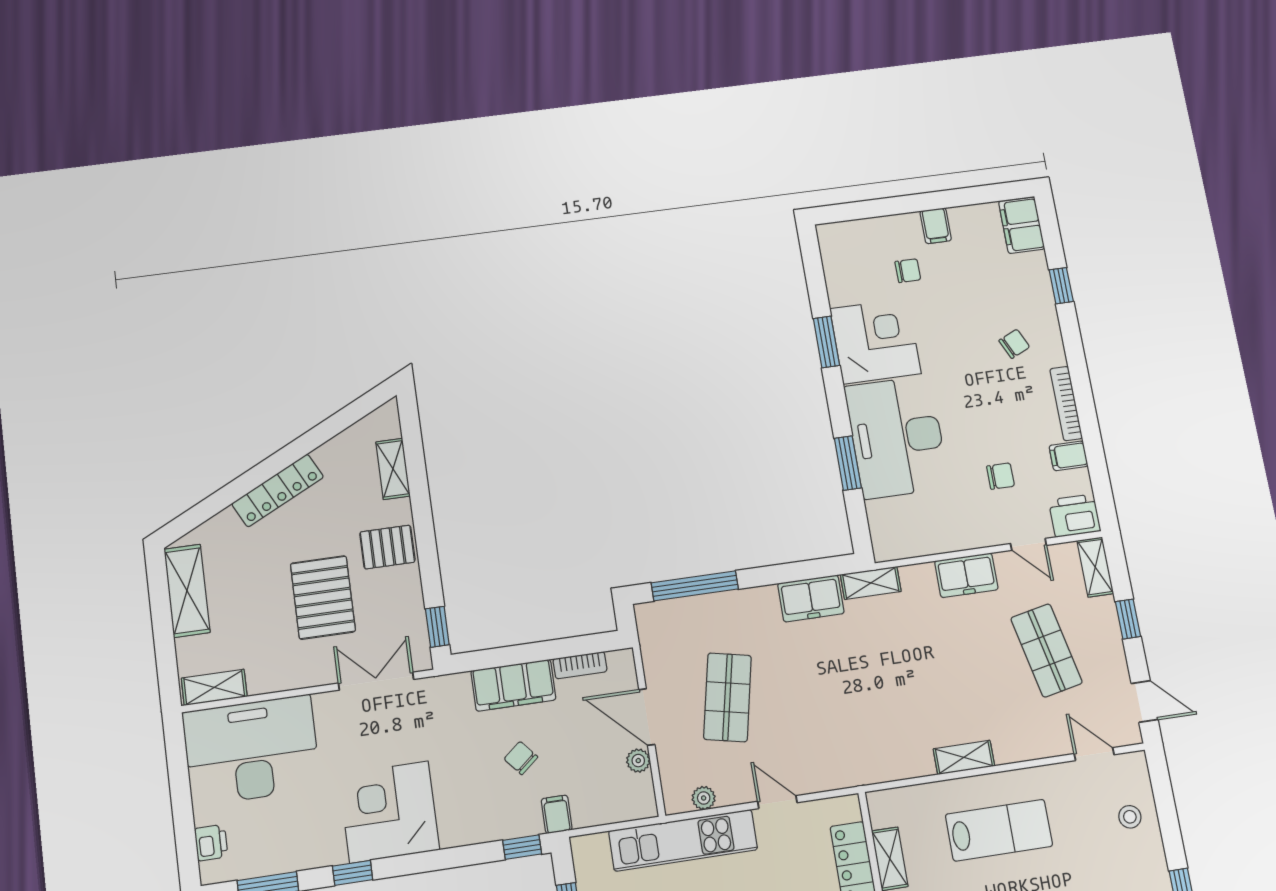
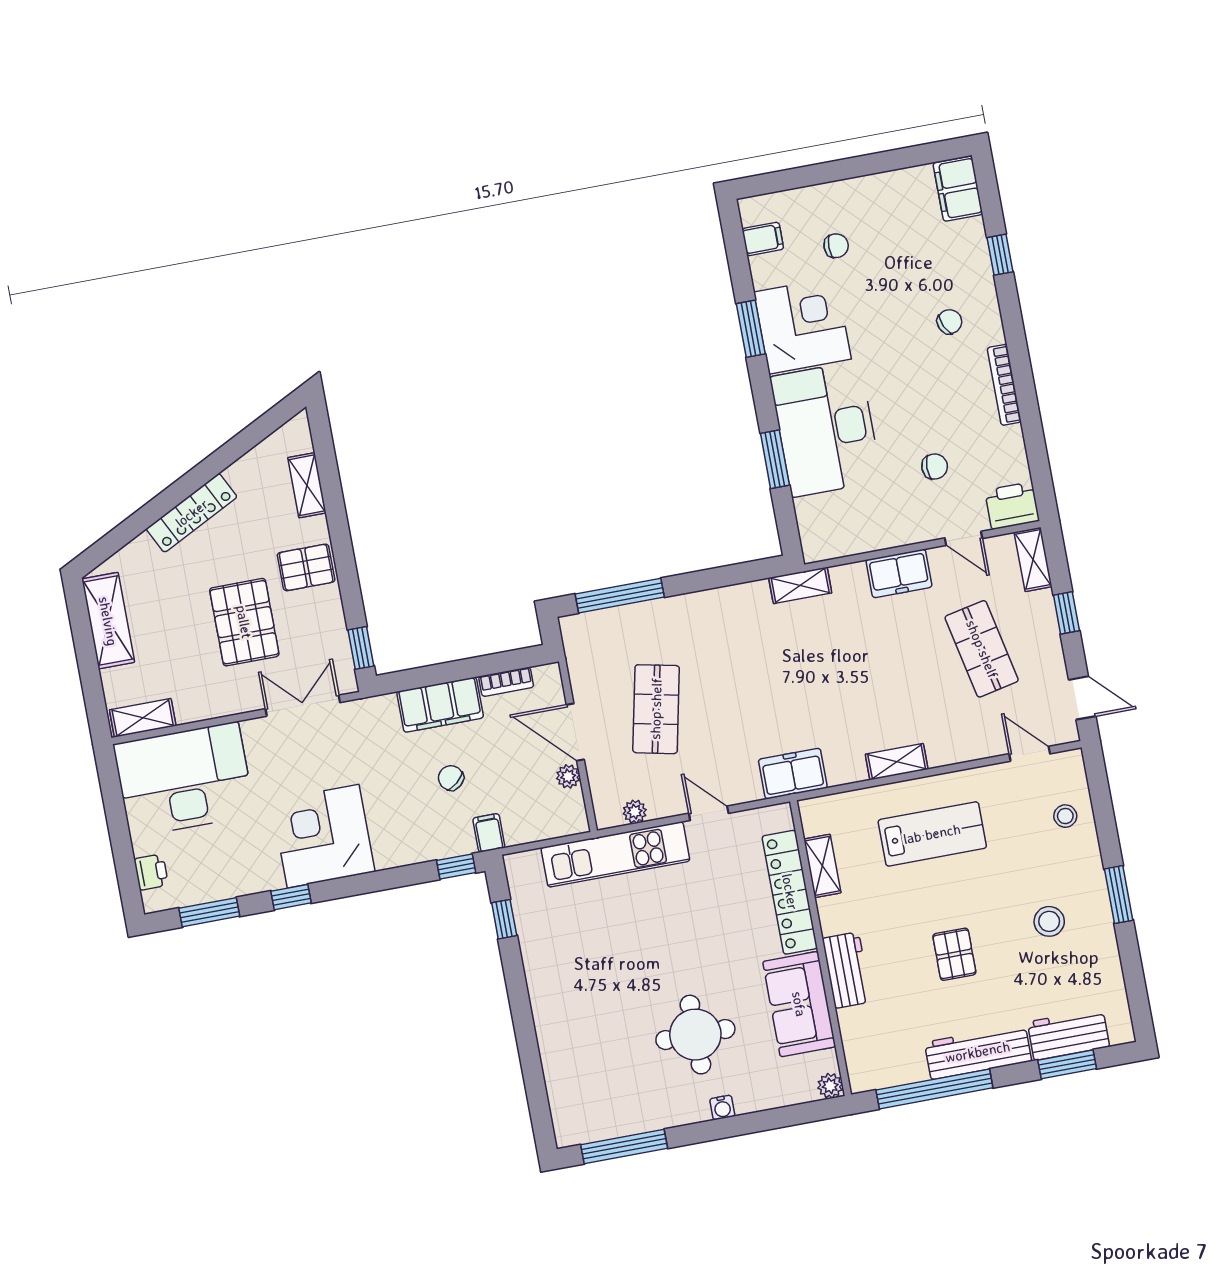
filing cabinet: (936, 226) -> (763, 239), moved, turned -90
filing cabinet: (1069, 456) -> (1006, 442), removed
freezer: (811, 598) -> (793, 774), moved, turned 180

